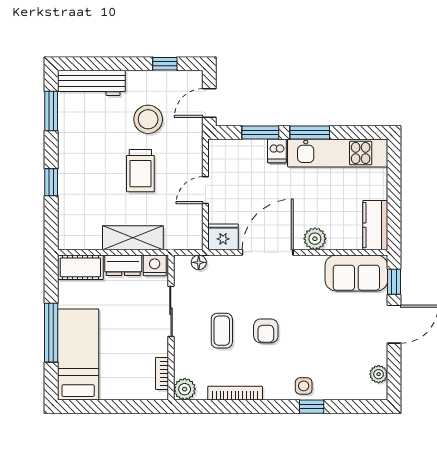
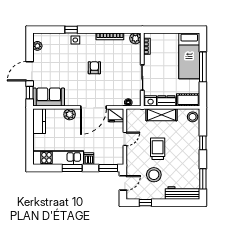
window: (260, 133) -> (108, 168), moved
stool: (72, 234) -> (193, 117), added
coffee table: (222, 331) -> (117, 68), removed

